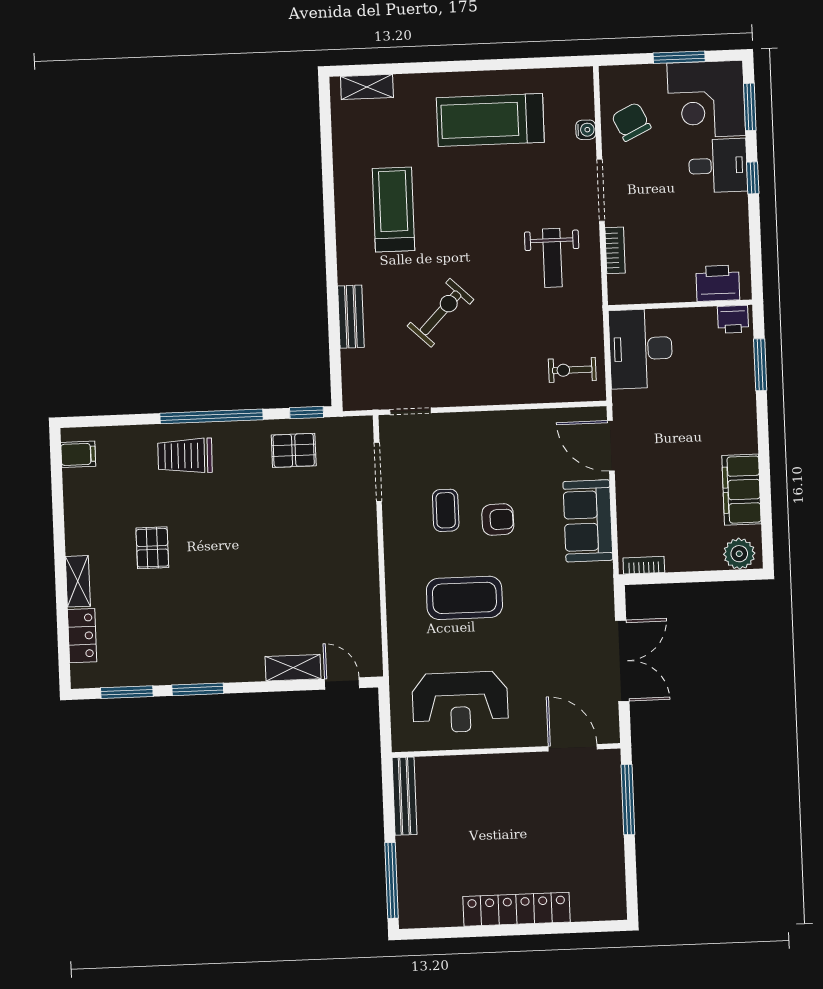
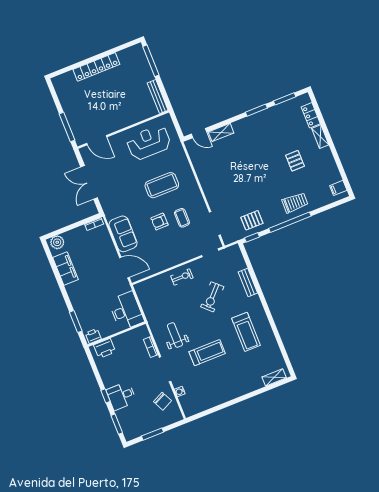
corner desk: (706, 99) -> (135, 421), removed
treadmill: (490, 120) -> (207, 353), moved, width x0.73, depth x0.73
exercise bike: (572, 370) -> (182, 277), moved

